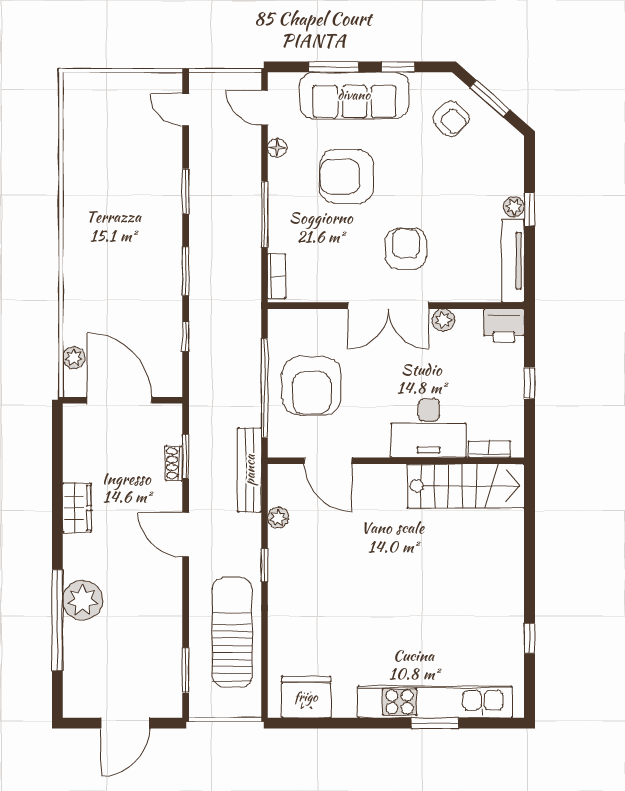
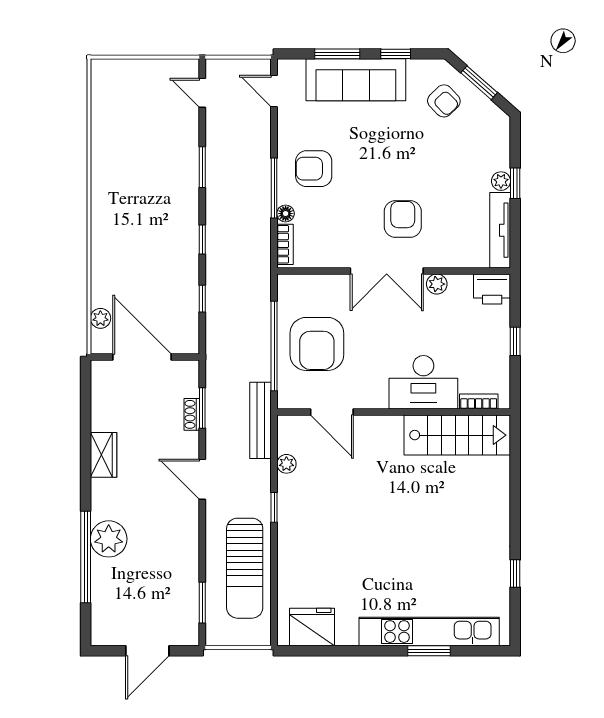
floor lamp: (277, 148) -> (286, 214), moved
armchair: (347, 177) -> (314, 169), moved, width x0.73, depth x0.73
window: (186, 271) -> (202, 240), width x0.67
sun lounger: (232, 632) -> (245, 568), turned 180

